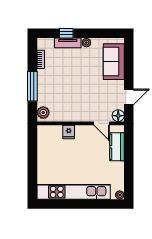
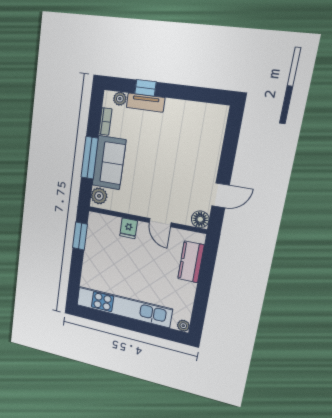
plant: (86, 43) -> (120, 99), moved
sofa: (114, 62) -> (109, 163), moved, turned 180
door: (102, 123) -> (160, 223), moved
window: (32, 145) -> (80, 236), added

